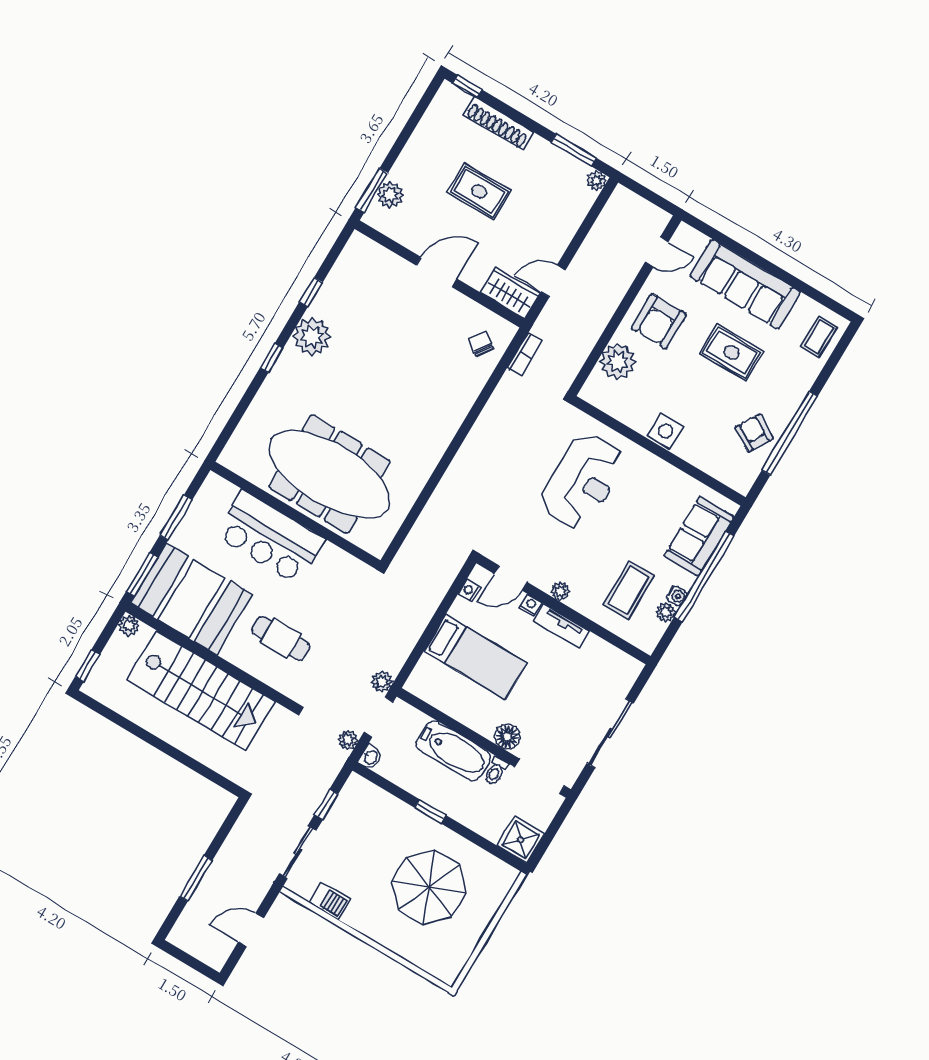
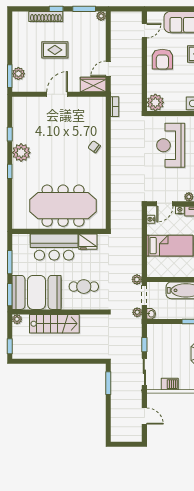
window: (467, 86) -> (56, 9), moved
chair: (481, 344) -> (94, 147), moved
plant: (618, 362) -> (155, 102), moved
reception desk: (582, 481) -> (171, 145), turned 180
fridge: (335, 564) -> (88, 242), added
stairs: (201, 691) -> (54, 324), width x0.73, depth x0.66
window: (196, 878) -> (108, 383), moved
door: (251, 930) -> (144, 416), swing flipped

